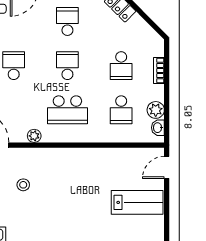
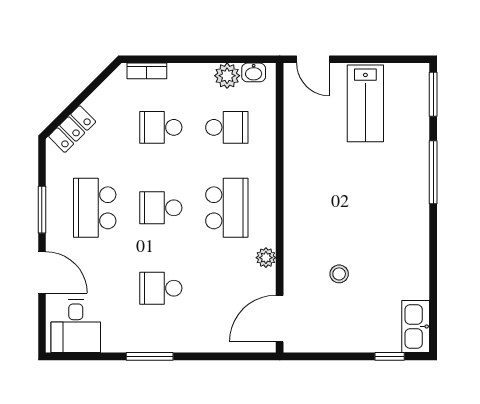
school desk: (67, 21) -> (95, 208), width x1.85
school desk: (121, 66) -> (161, 127), turned 180
bookcase: (159, 70) -> (147, 71), moved
lab bench: (137, 202) -> (365, 103), turned 180

